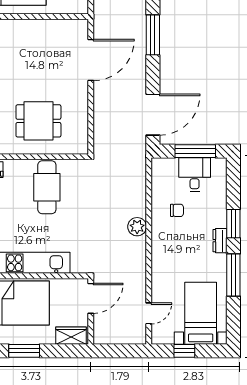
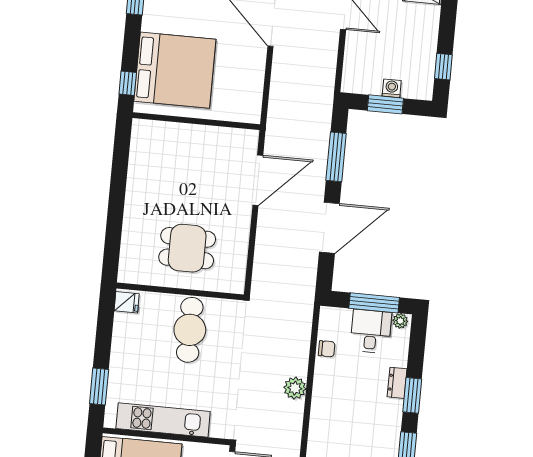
door: (153, 115) -> (329, 228), moved
plant: (218, 164) -> (400, 321), added
chair: (177, 210) -> (327, 349), moved
dresser: (220, 241) -> (397, 383), moved

